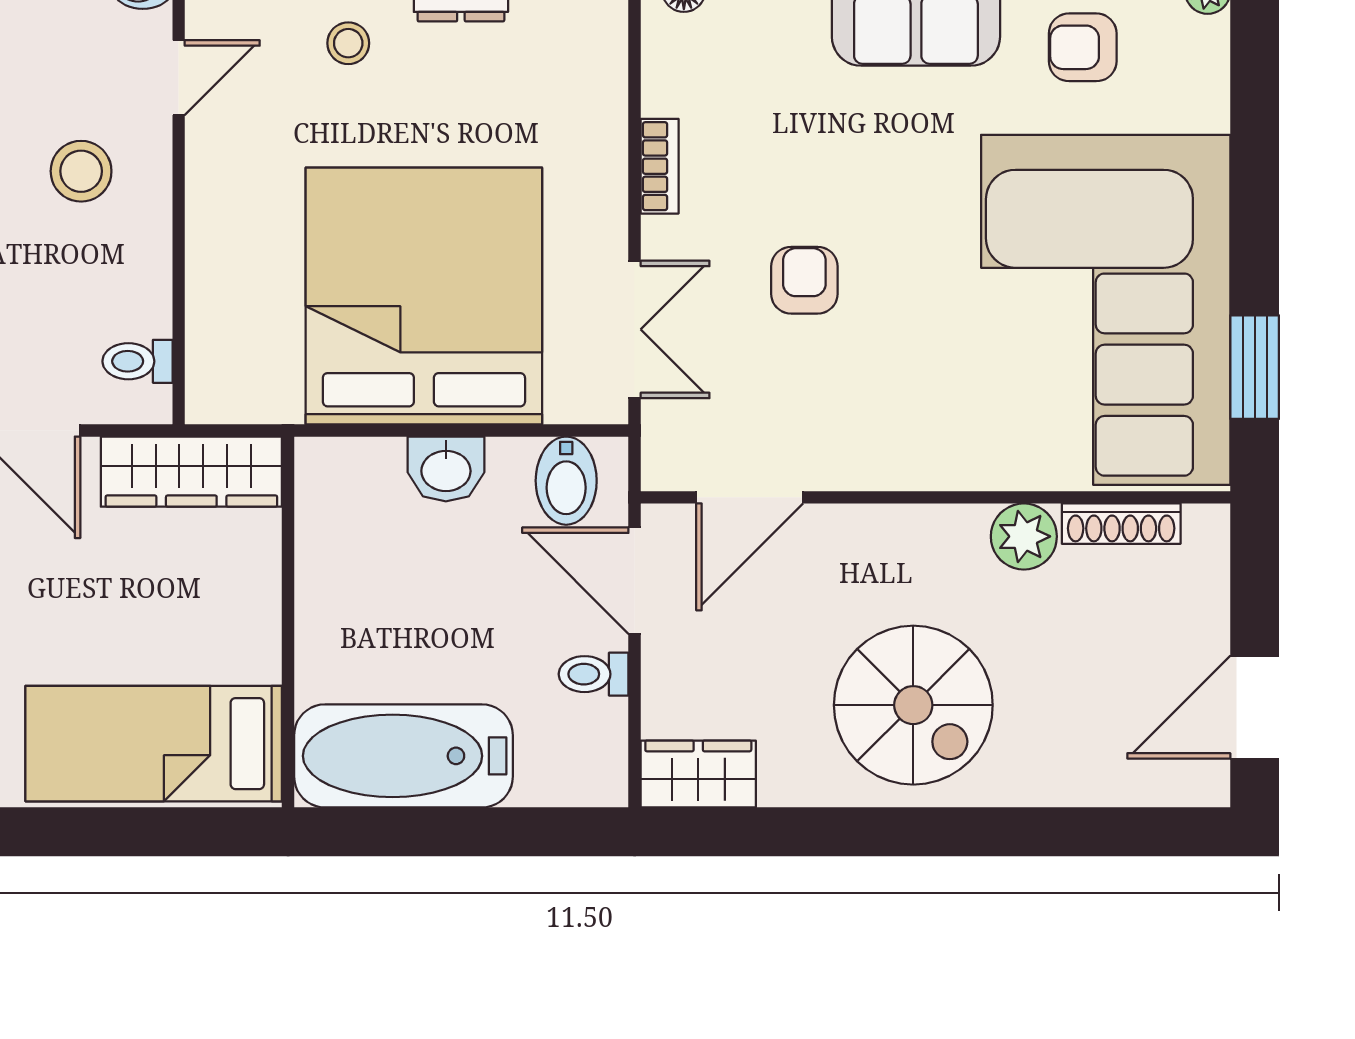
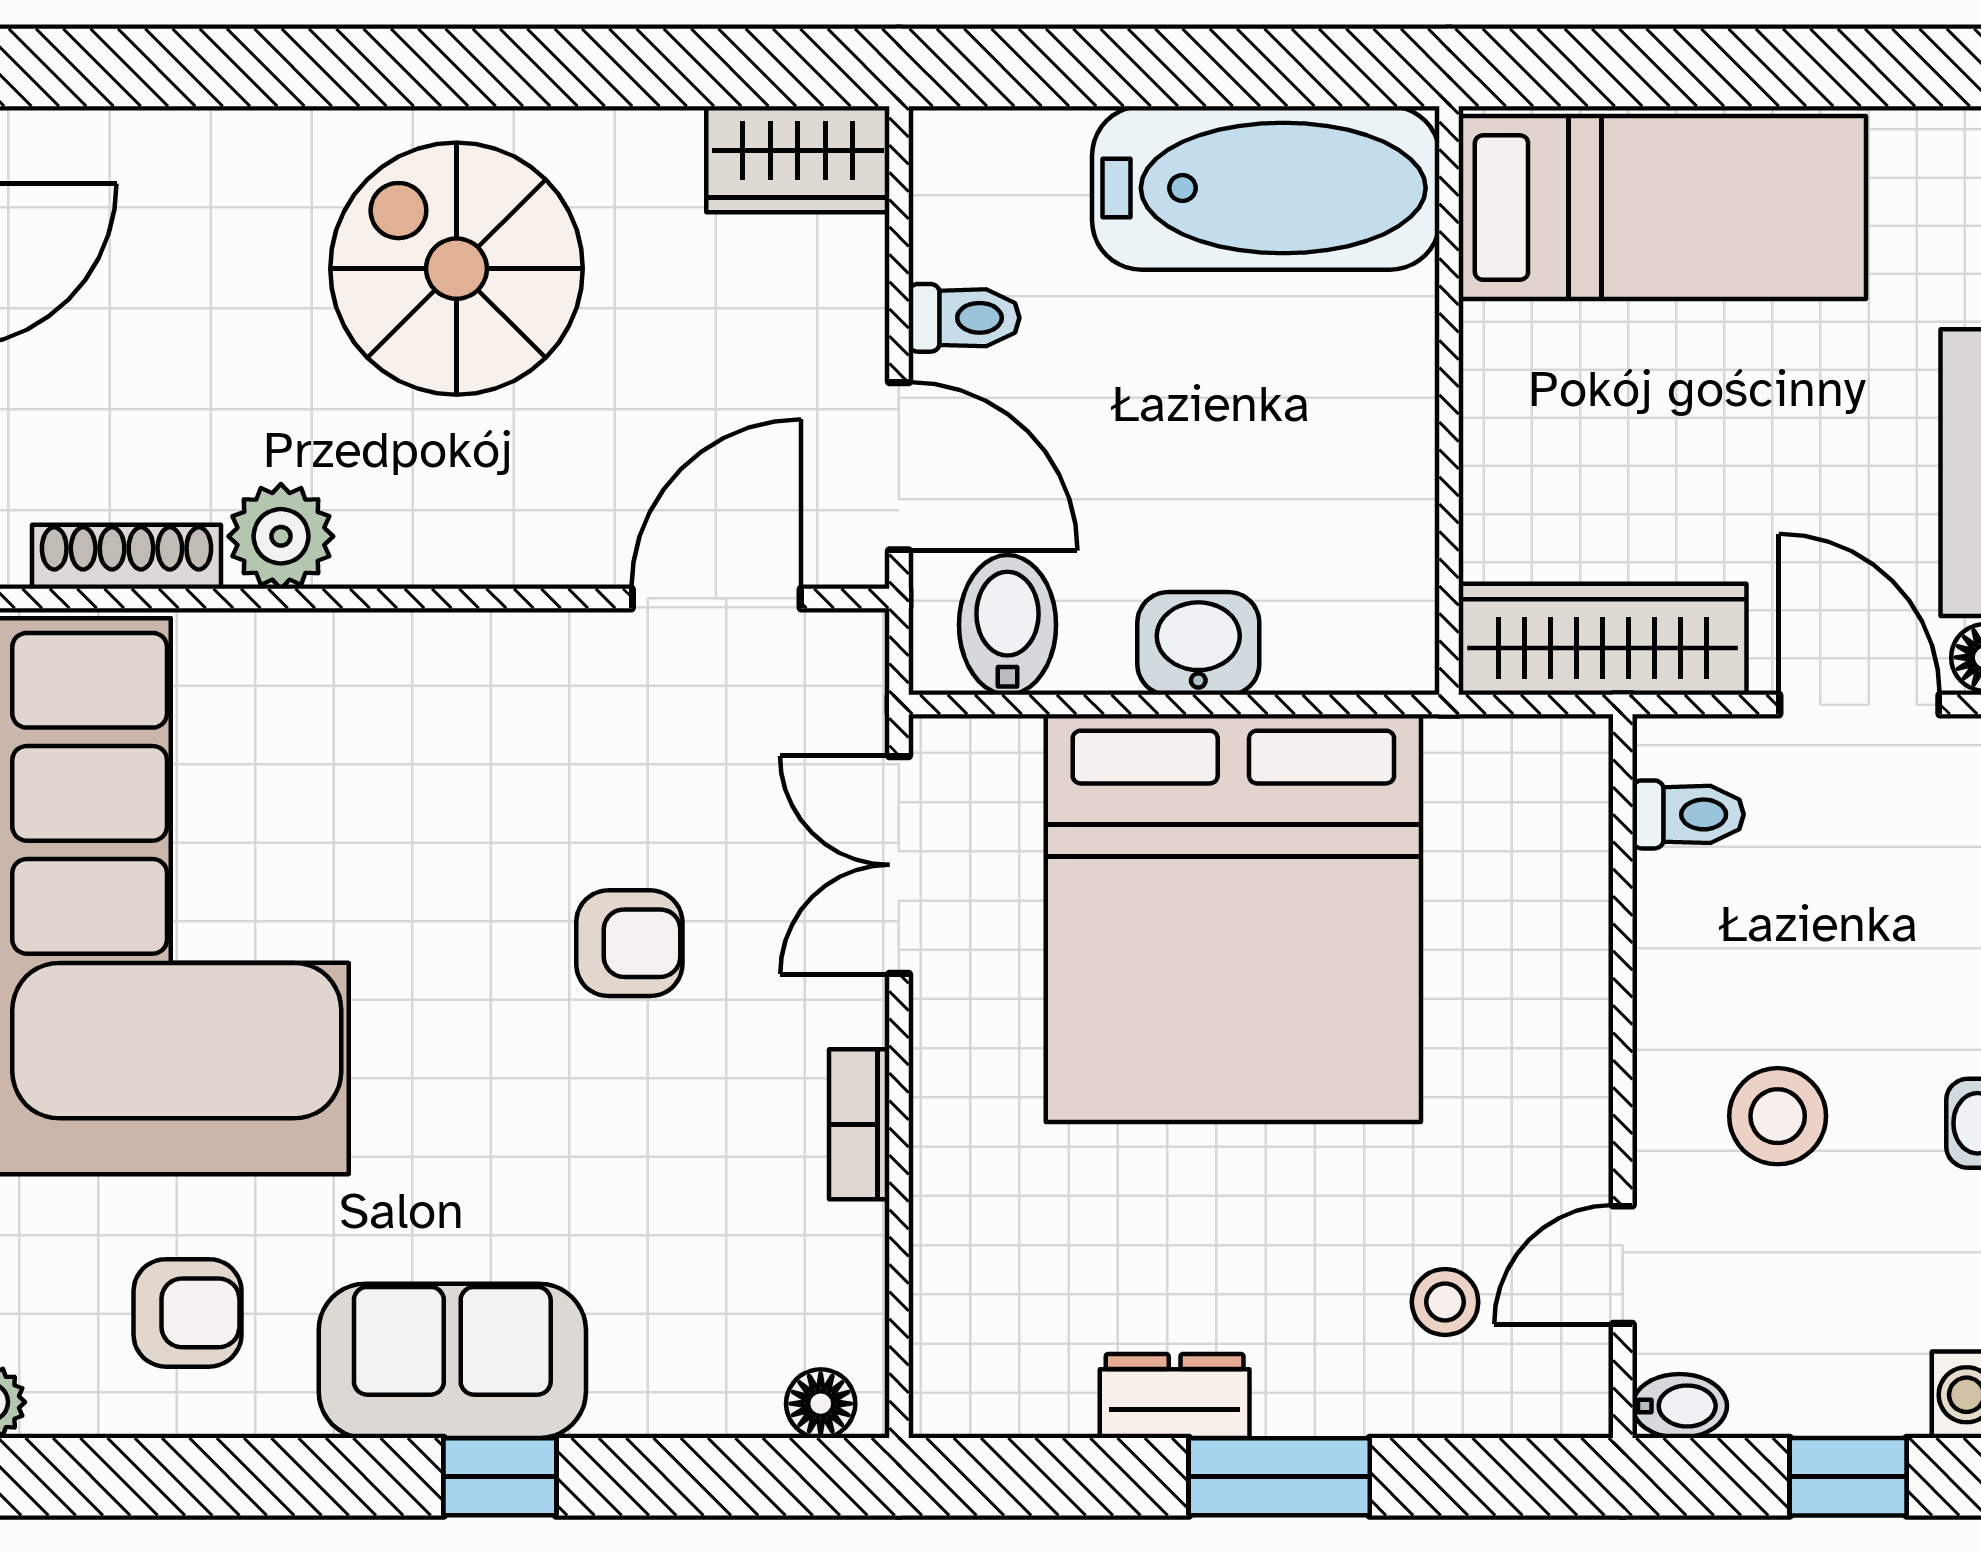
stool: (348, 43) -> (1445, 1302), moved
armchair: (804, 280) -> (629, 943), turned -90

